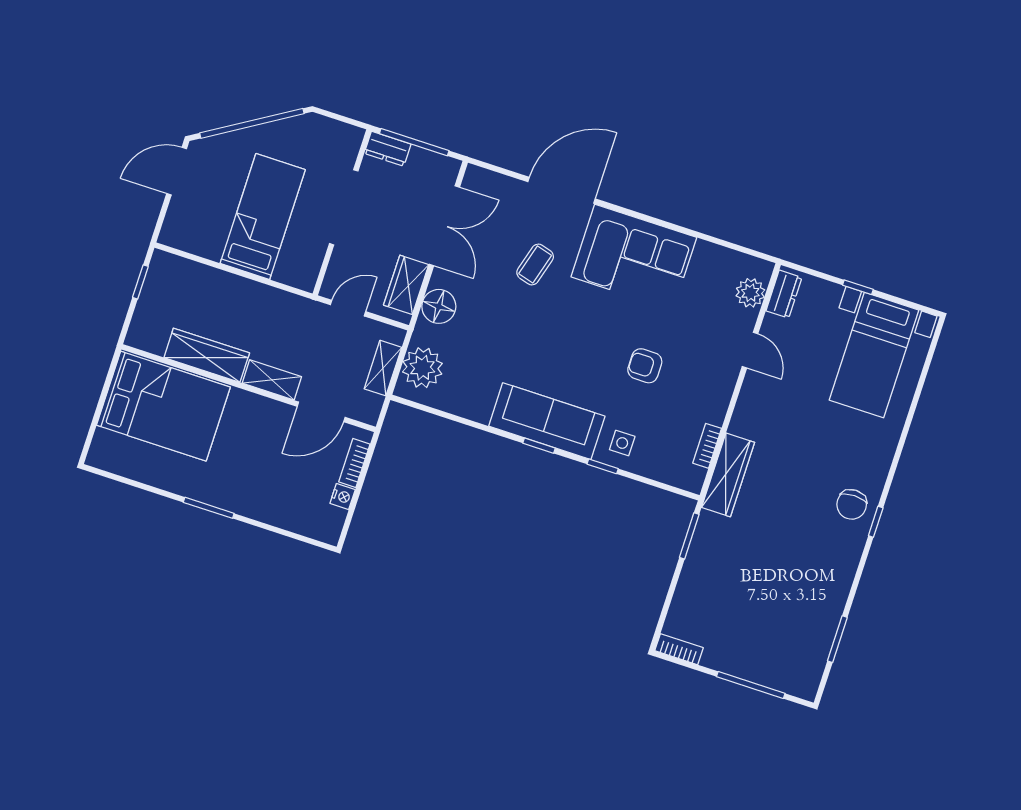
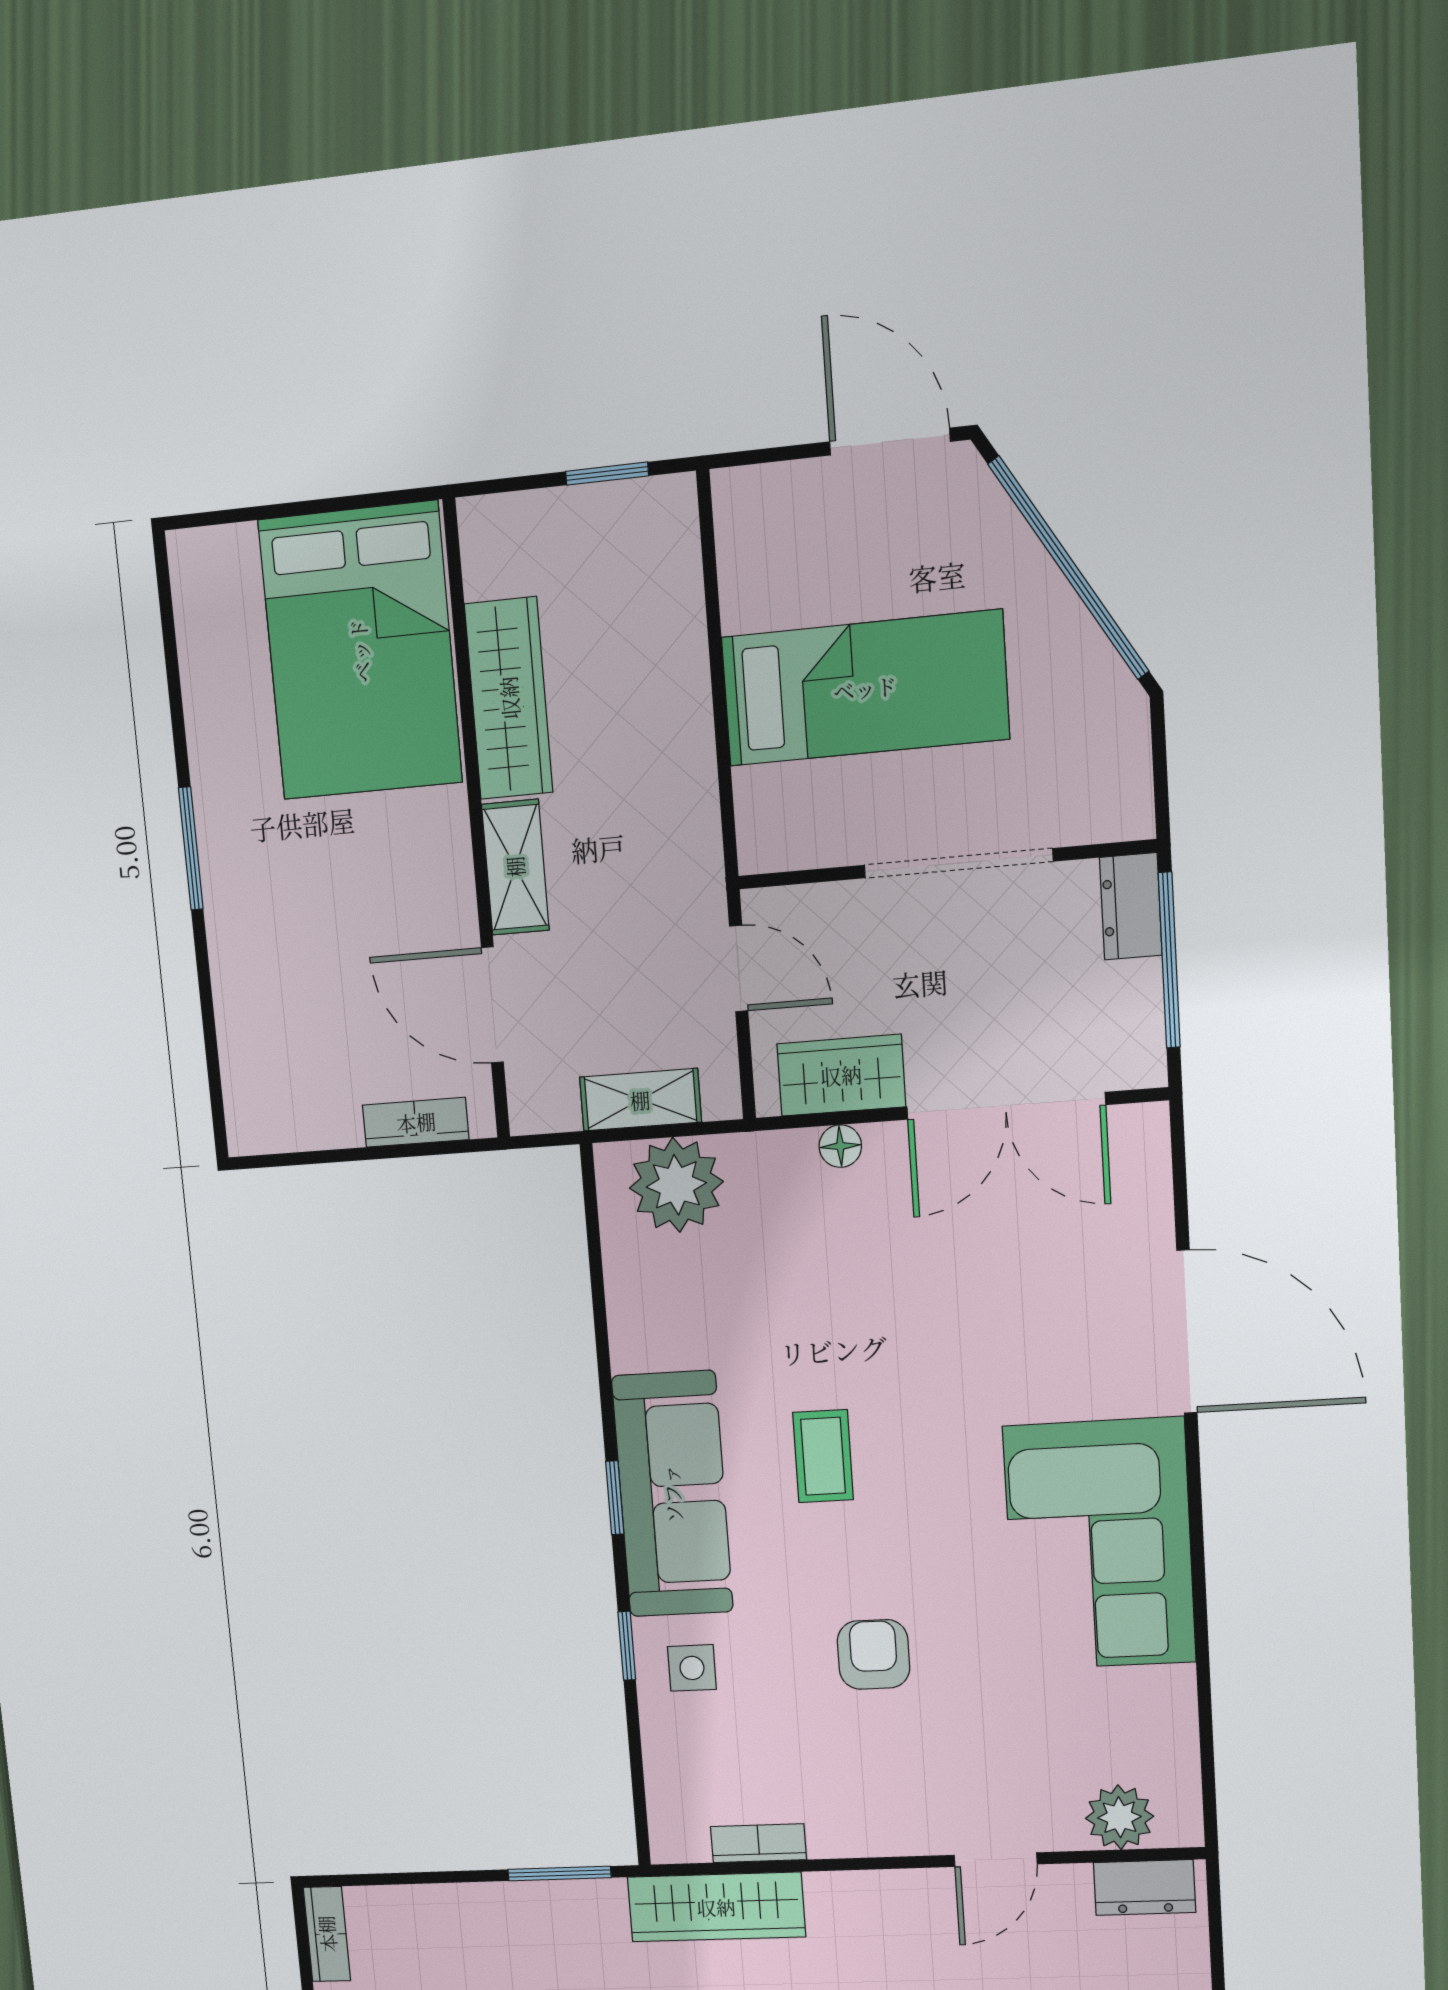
coffee table: (535, 264) -> (823, 1456), moved, turned 74
floor lamp: (439, 306) -> (840, 1146), width x0.53, depth x0.53
nightstand: (343, 497) -> (336, 1127), removed

